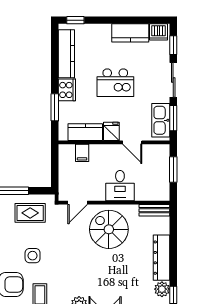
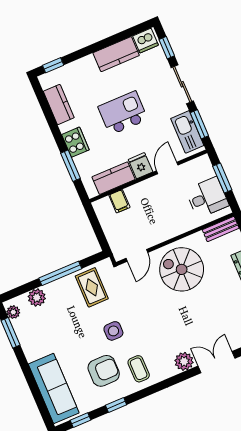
kitchen counter: (66, 54) -> (59, 105), width x0.67
kitchen island: (115, 83) -> (123, 113), turned 180
door: (132, 142) -> (167, 168), swing flipped
desk: (120, 186) -> (207, 197), moved, turned -90
rug: (30, 213) -> (92, 287), turned 90

